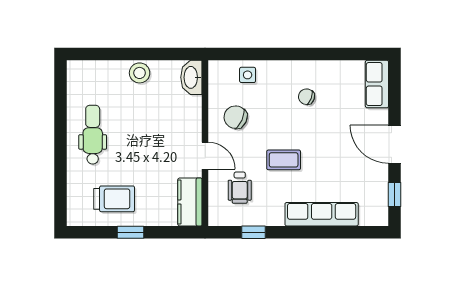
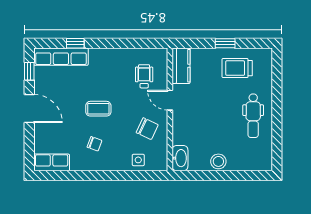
row of seats: (377, 84) -> (52, 162), moved, turned -90
coffee table: (284, 160) -> (98, 109), moved
row of seats: (322, 214) -> (61, 57), moved
window: (253, 232) -> (75, 43), moved

